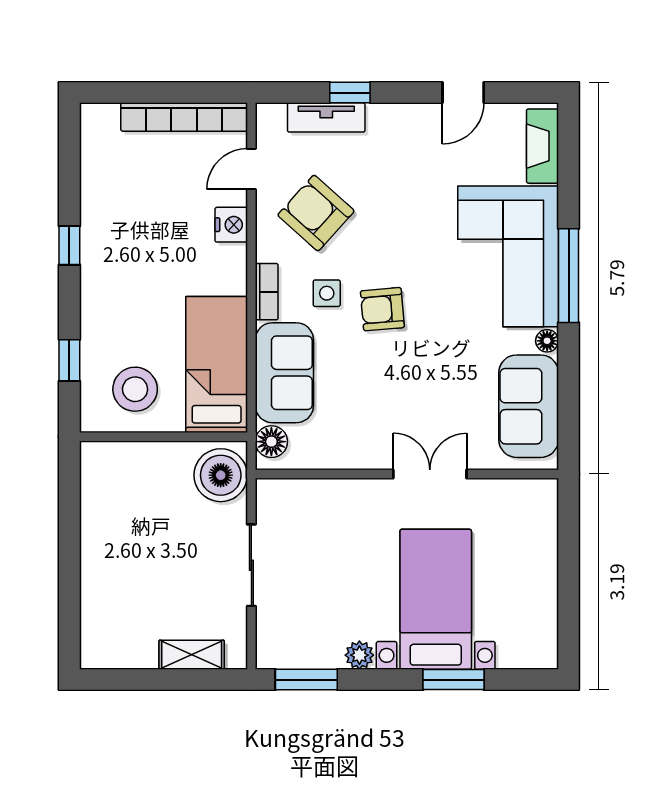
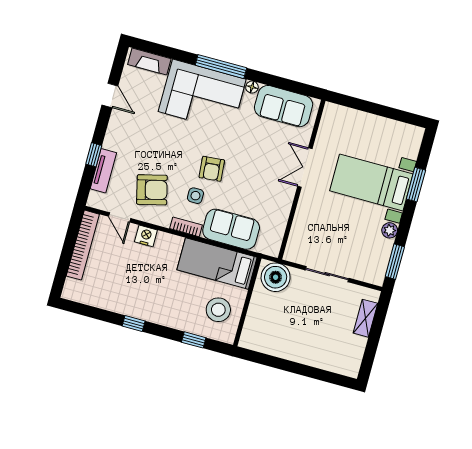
armchair: (316, 213) -> (152, 190), turned -146
floor lamp: (271, 442) -> (265, 246), removed

